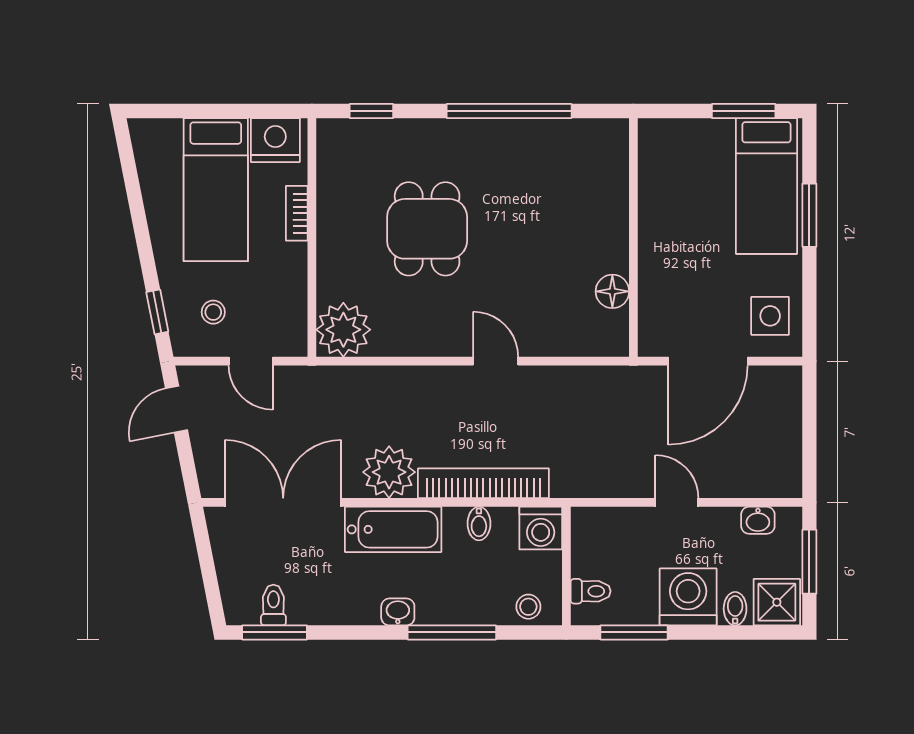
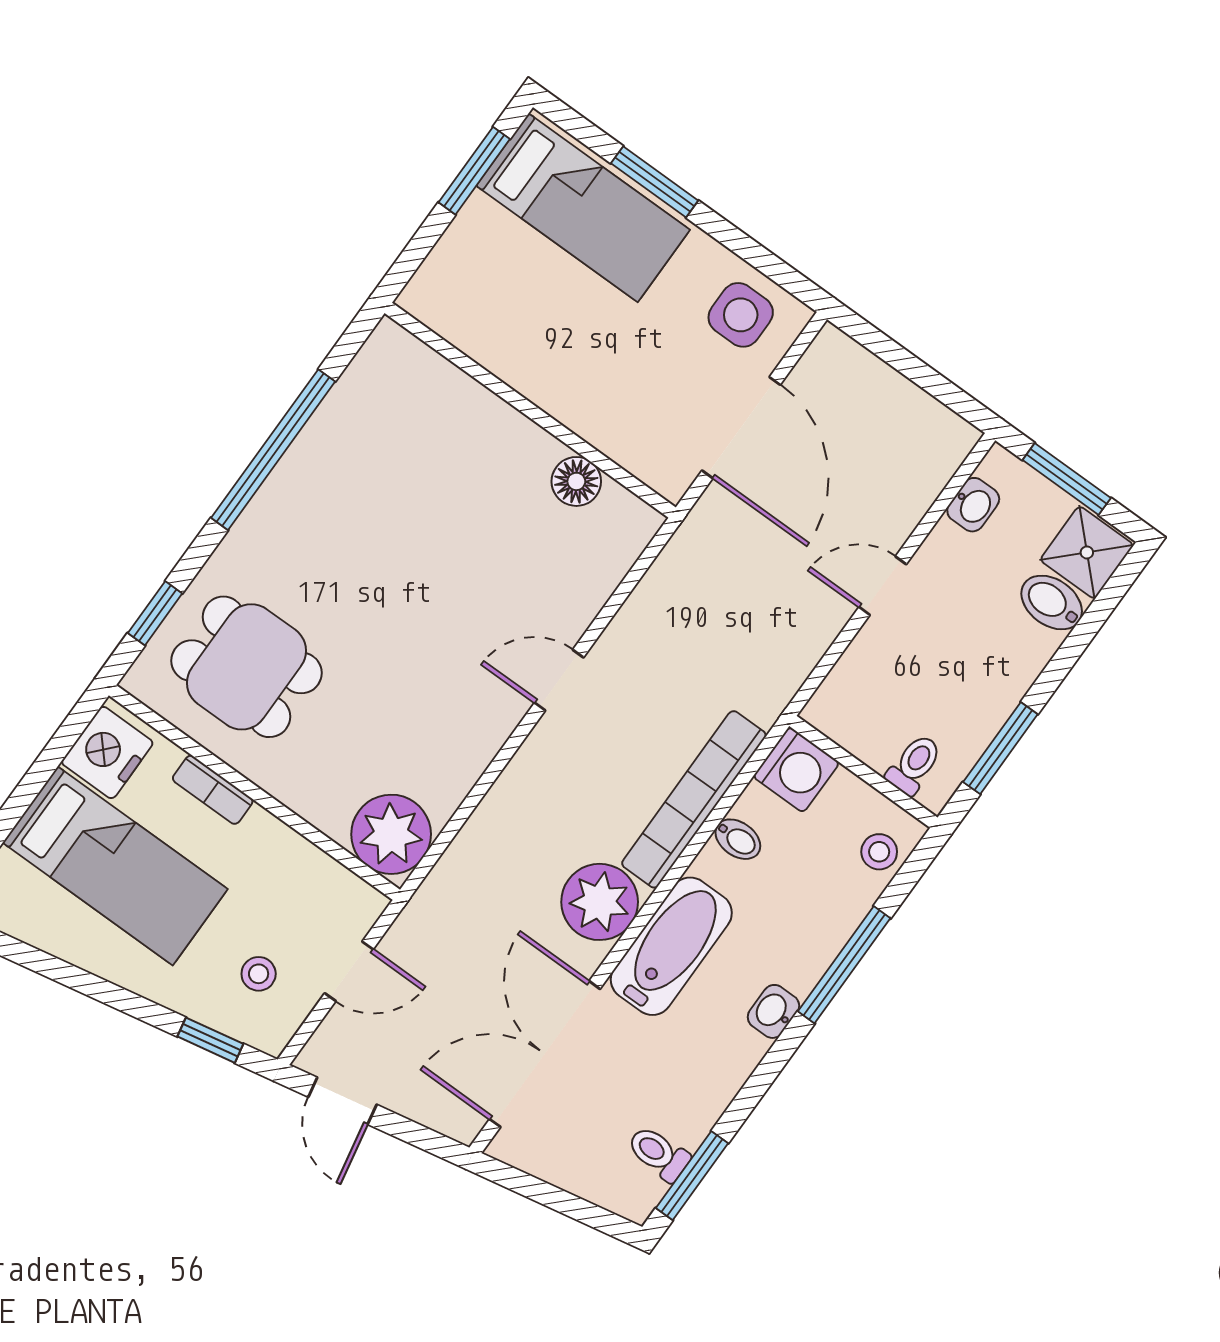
dining table: (427, 229) -> (246, 667), moved
washing machine: (688, 597) -> (1005, 653), removed
bidet: (735, 609) -> (1052, 602), width x1.38, depth x1.36

